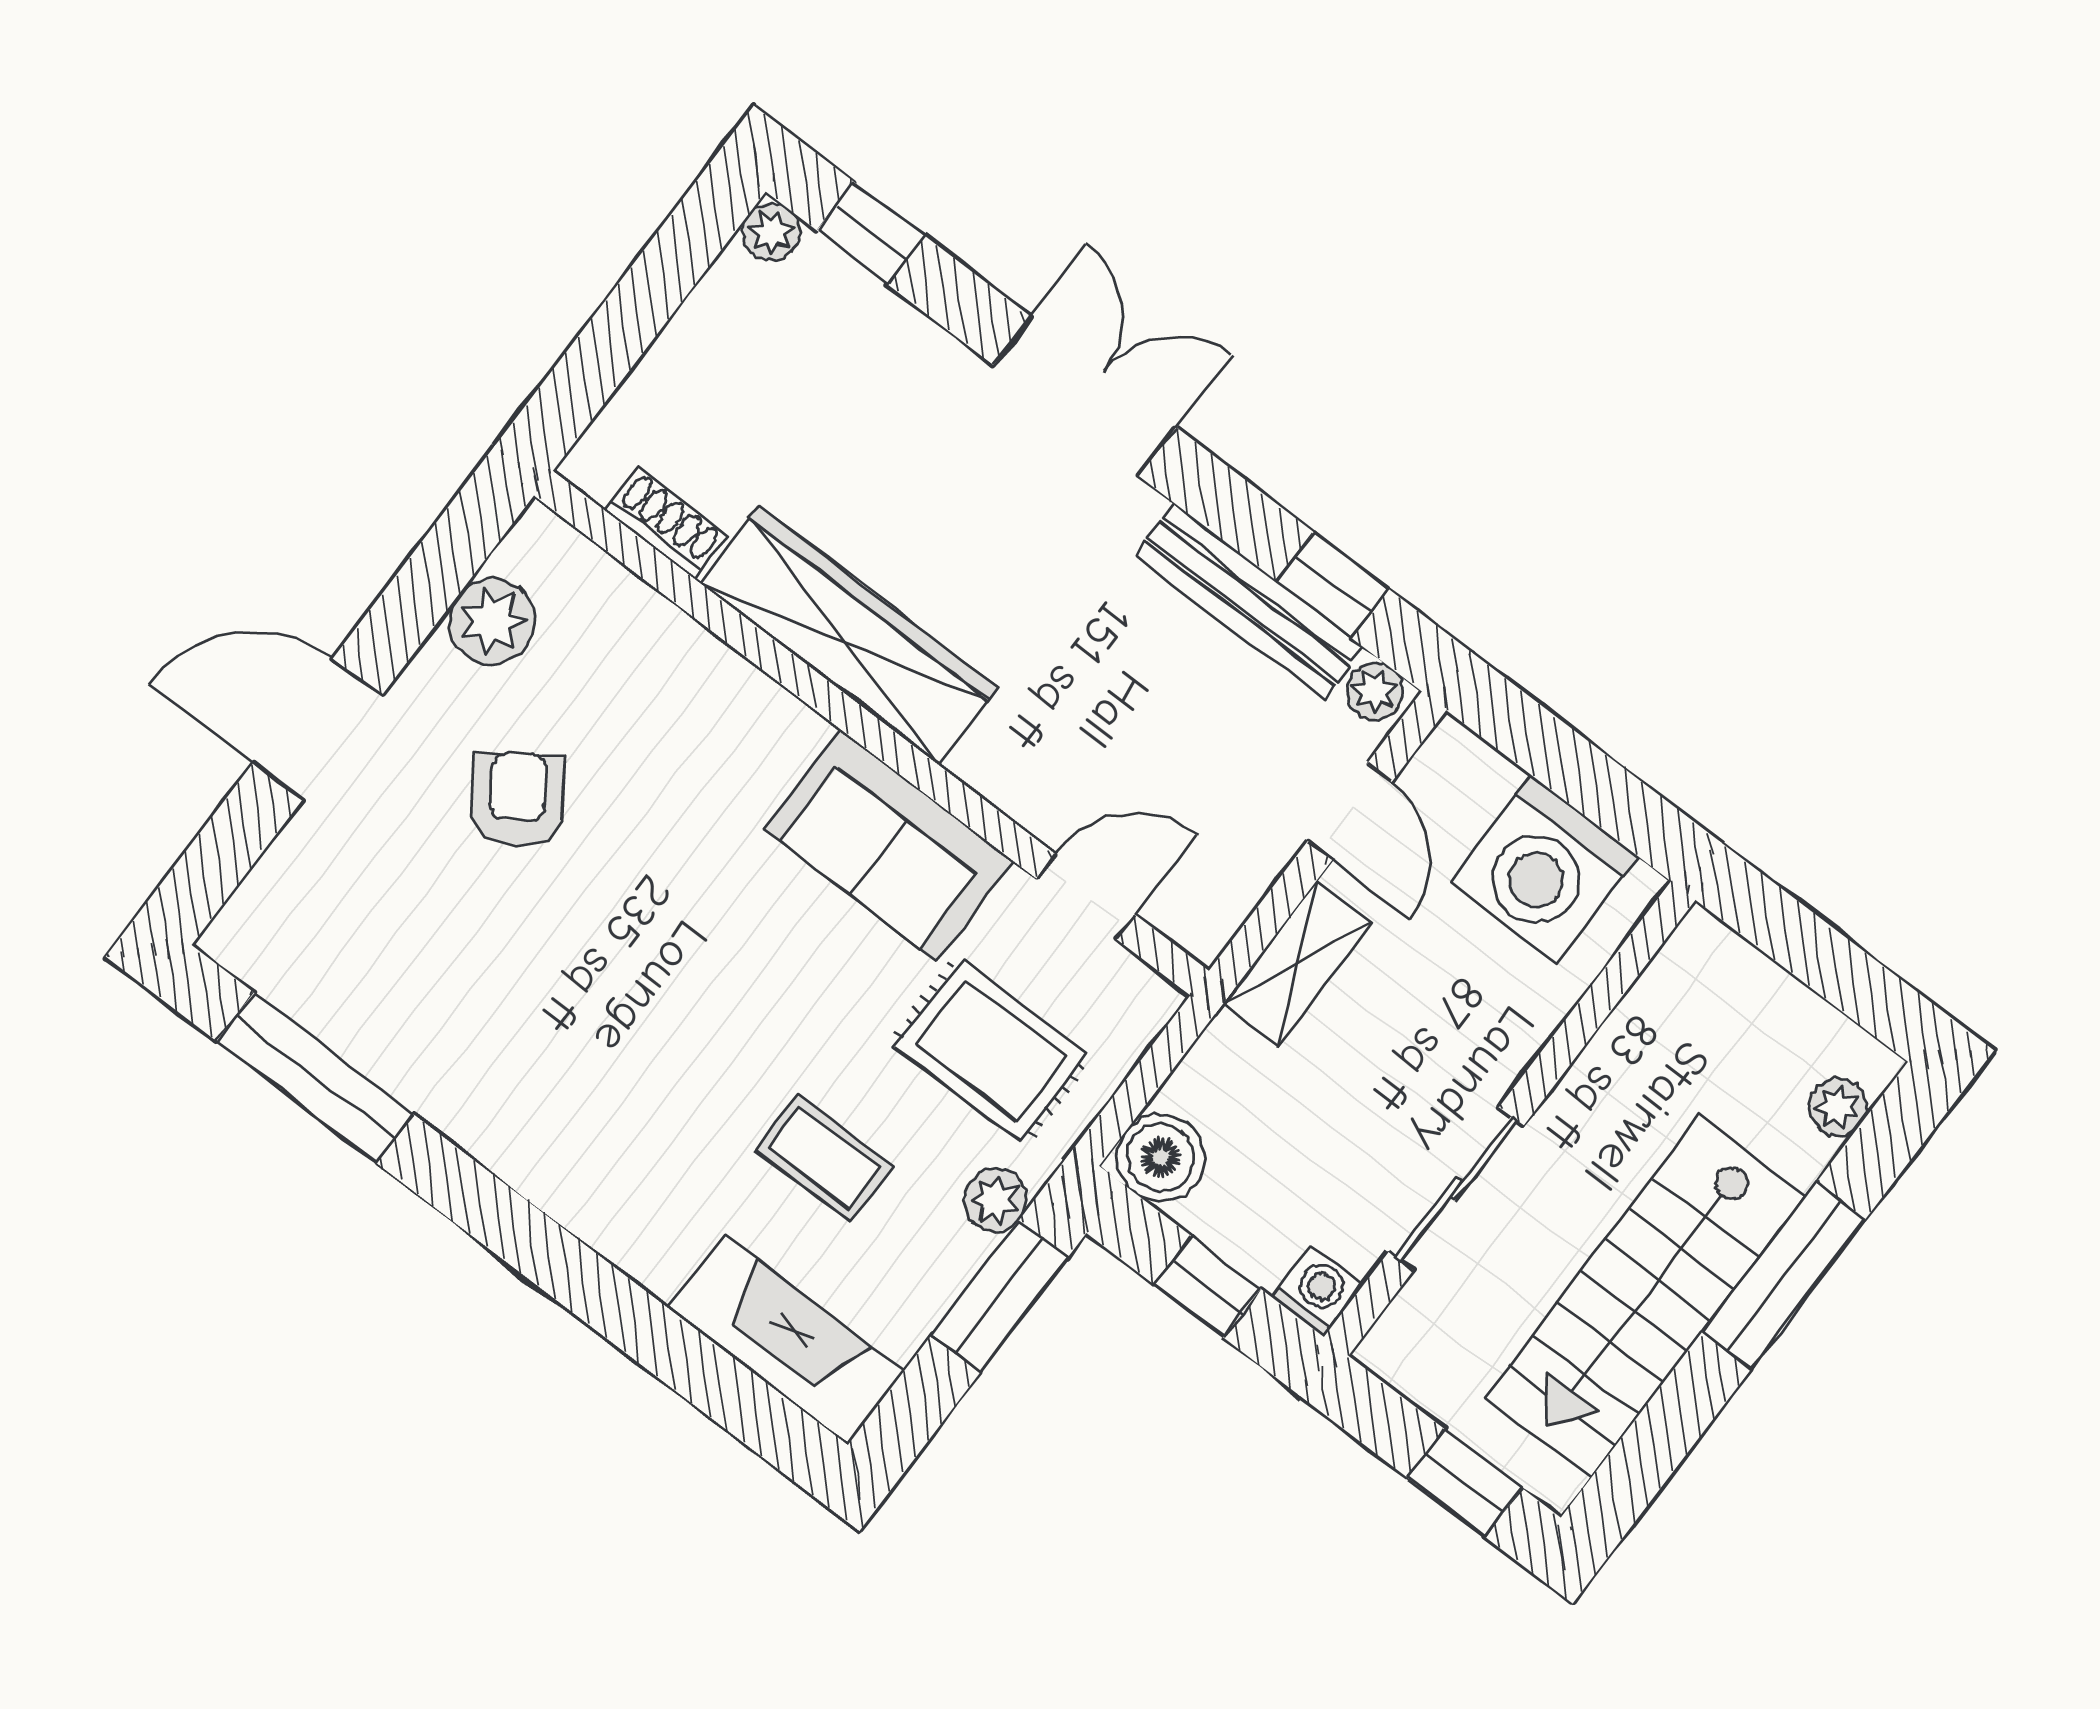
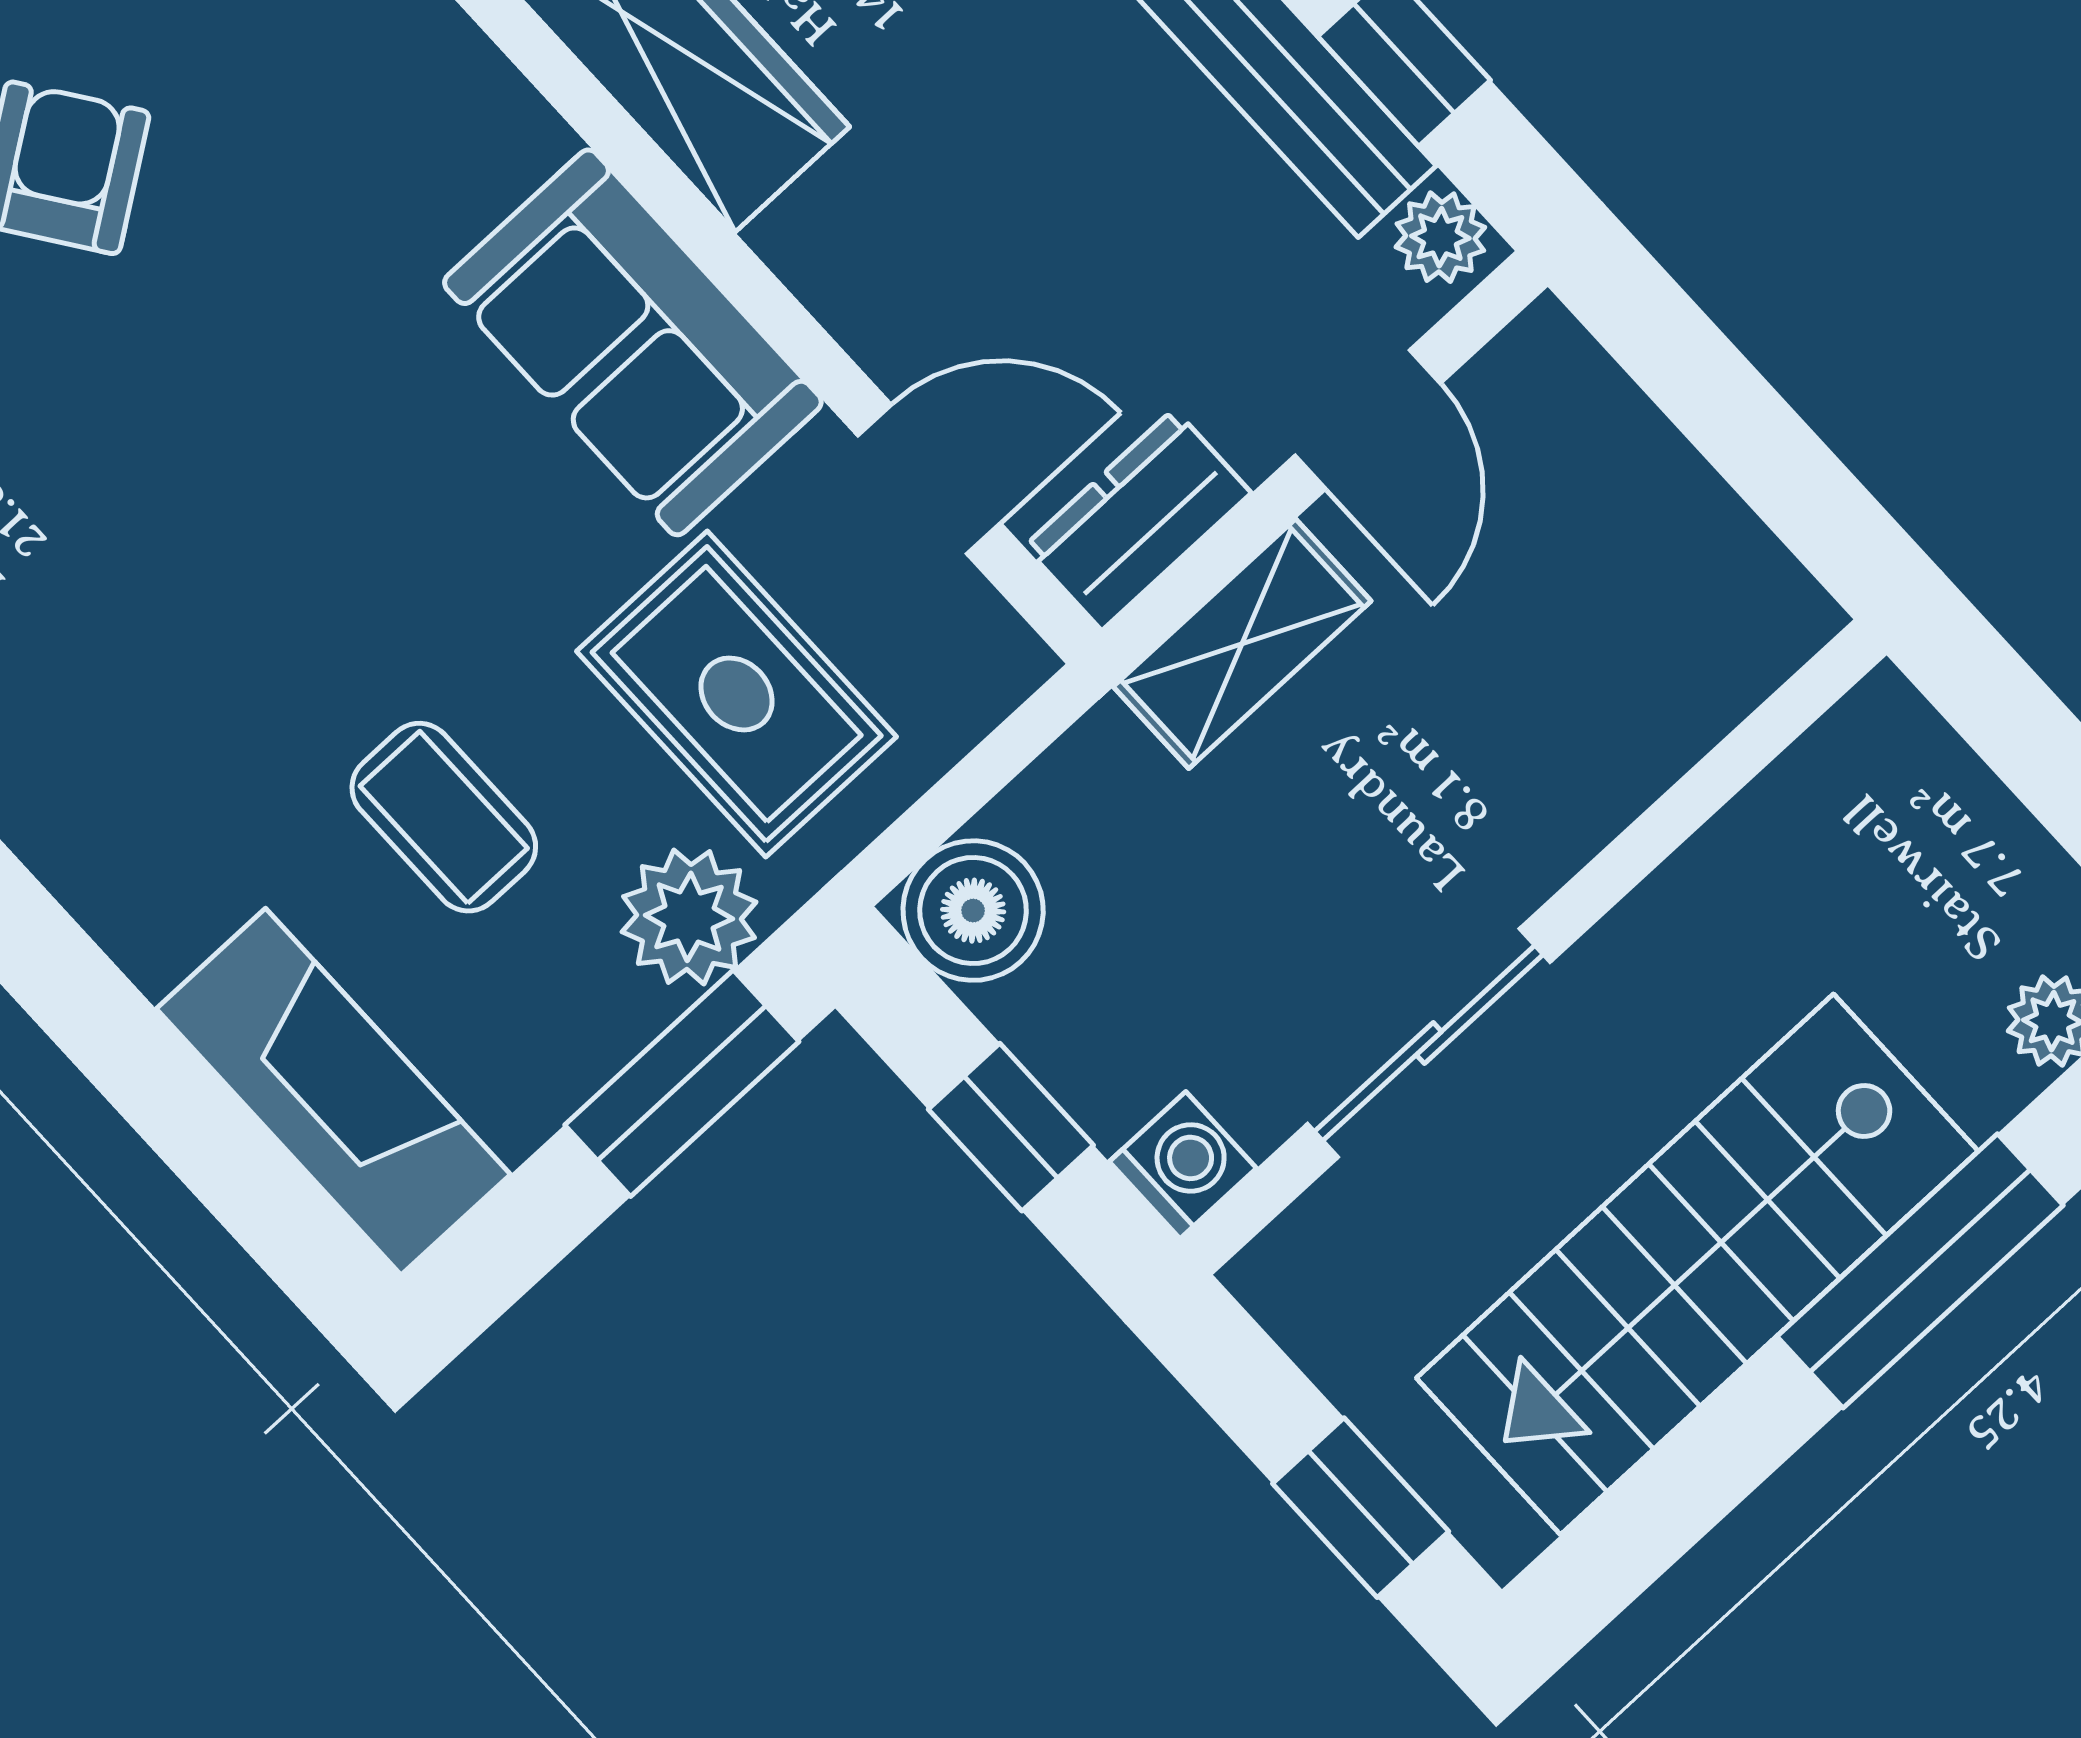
washing machine: (1544, 869) -> (1657, 565), removed
dresser: (1219, 899) -> (1138, 520), added
plant: (995, 1200) -> (689, 917), width x1.38, depth x1.38

